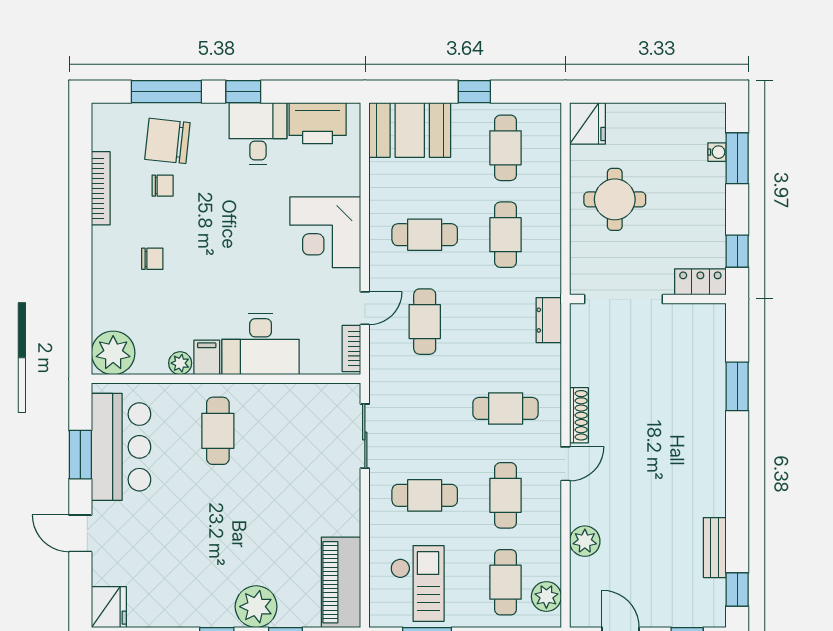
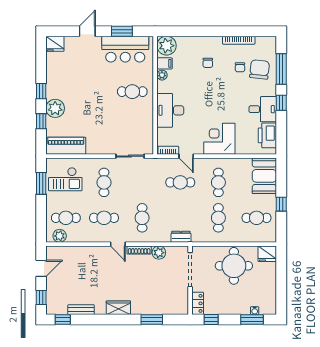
round table: (615, 199) -> (234, 266), width x1.36, depth x1.36
cafe table: (506, 235) -> (218, 218), turned 90
filing cabinet: (207, 357) -> (165, 63), moved
wardrobe: (710, 463) -> (118, 308), added
plant: (585, 541) -> (159, 253), moved

